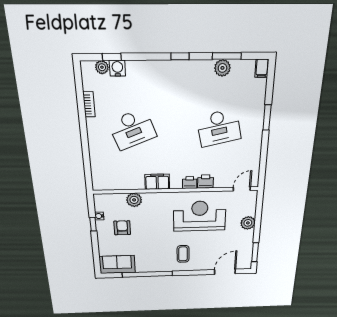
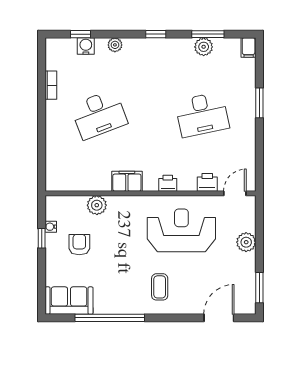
plant: (102, 67) -> (115, 45), moved
printer: (205, 182) -> (207, 182), moved

